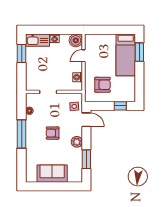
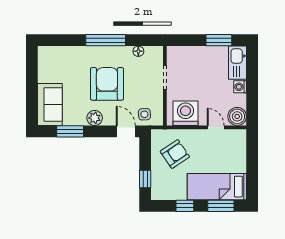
washing machine: (78, 77) -> (185, 113), width x1.89, depth x1.89
window: (139, 78) -> (185, 206), added
armchair: (102, 85) -> (175, 154), turned -124
door: (86, 120) -> (126, 131), swing flipped
armchair: (53, 133) -> (107, 84), width x1.88, depth x1.88
sofa: (52, 174) -> (50, 105), moved

